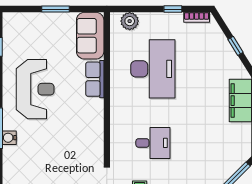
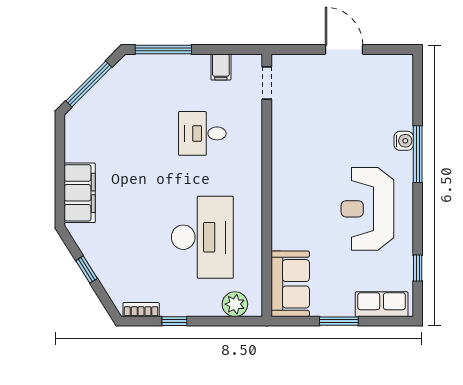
desk: (153, 69) -> (202, 237), turned 180
row of seats: (95, 79) -> (382, 304), moved, turned -90

